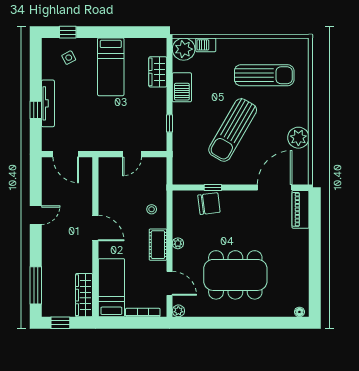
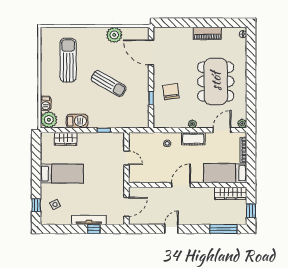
sun lounger: (233, 130) -> (109, 83), width x0.73, depth x0.75
chair: (209, 204) -> (171, 91), moved
piano: (301, 209) -> (207, 33), moved
door: (36, 215) -> (171, 229), hinge flipped

